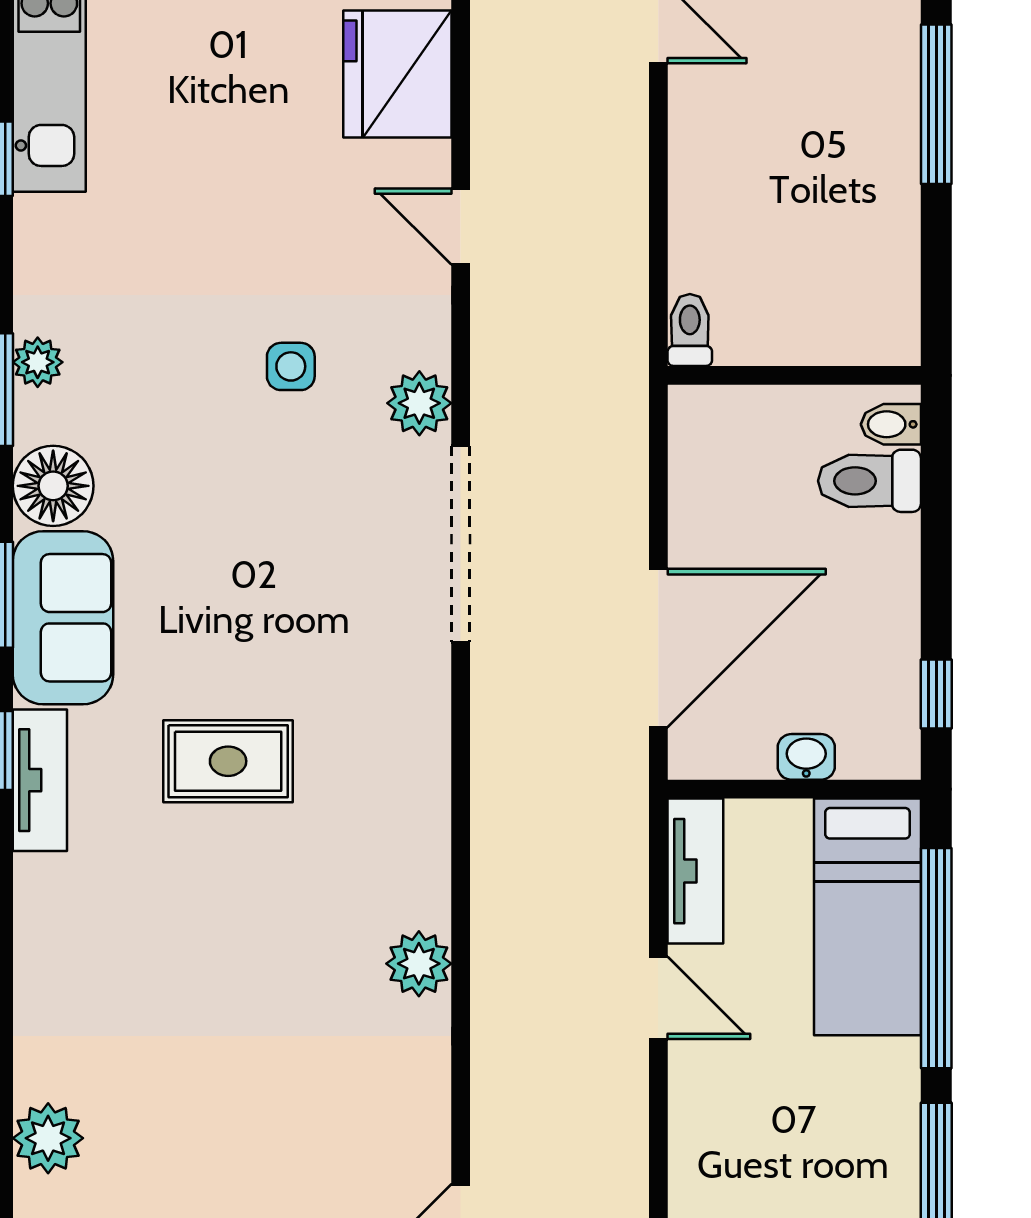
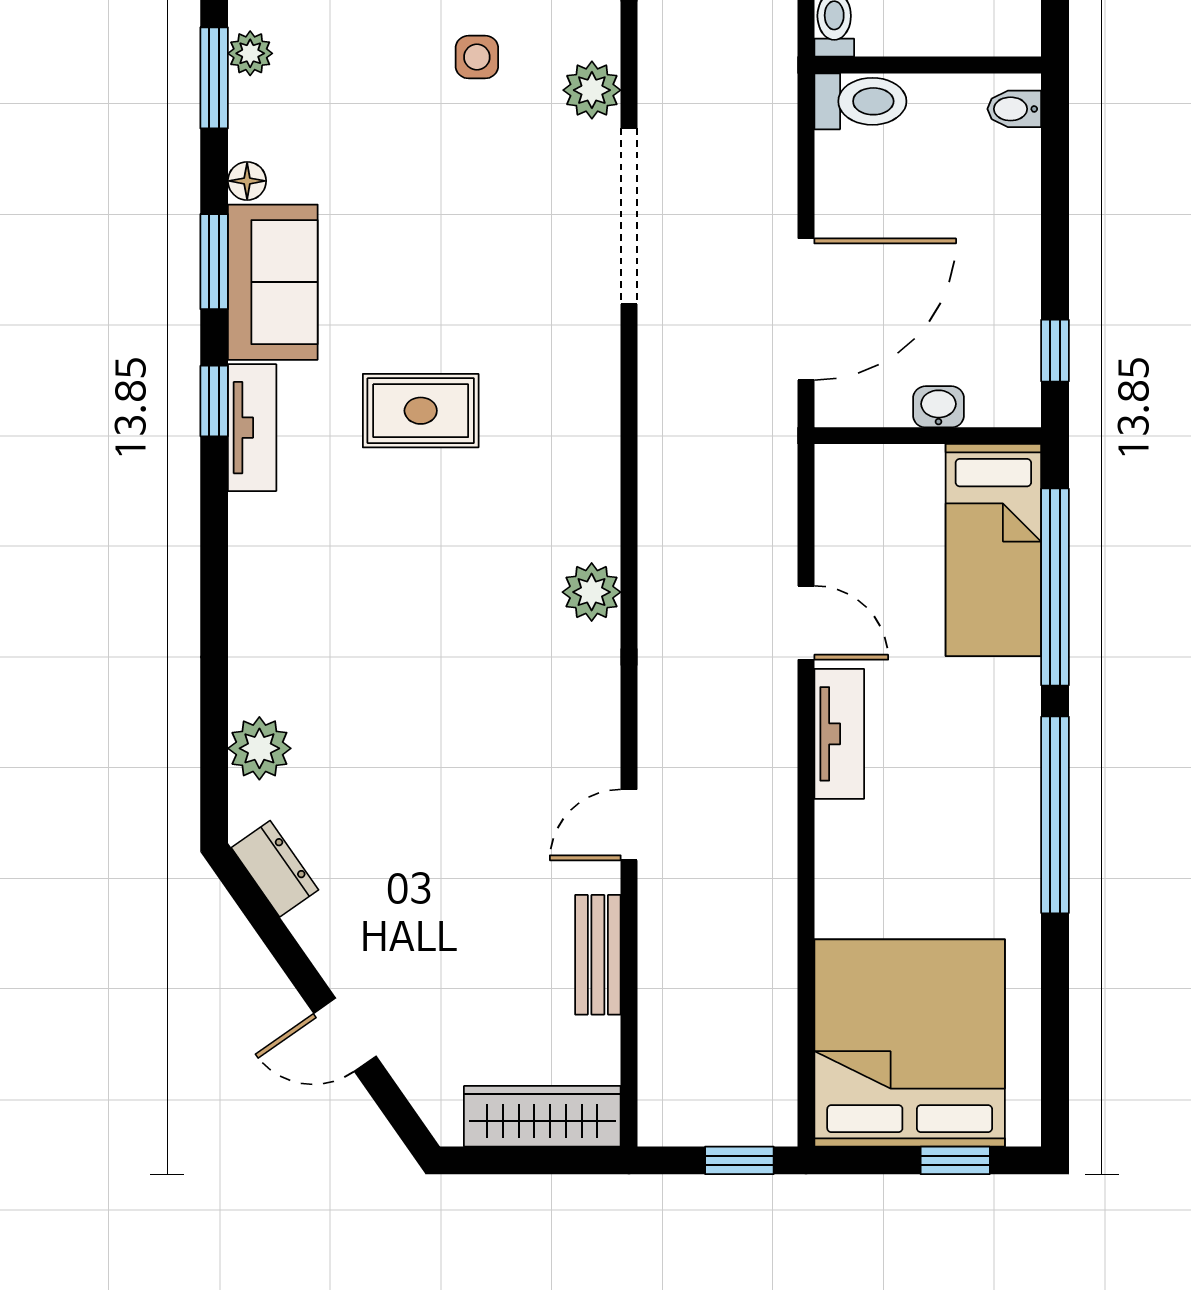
toilet: (869, 481) -> (860, 101), moved, turned 180
floor lamp: (53, 486) -> (247, 181), width x0.53, depth x0.53
tv unit: (695, 871) -> (839, 734), moved

